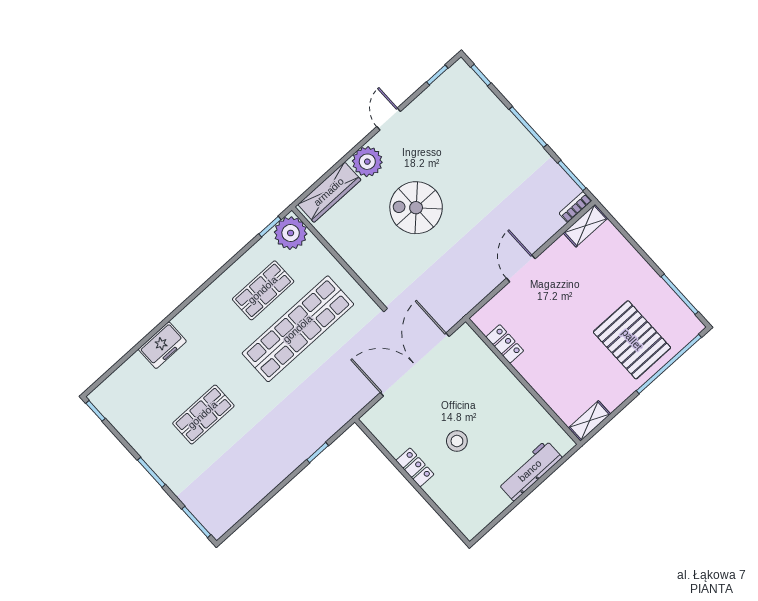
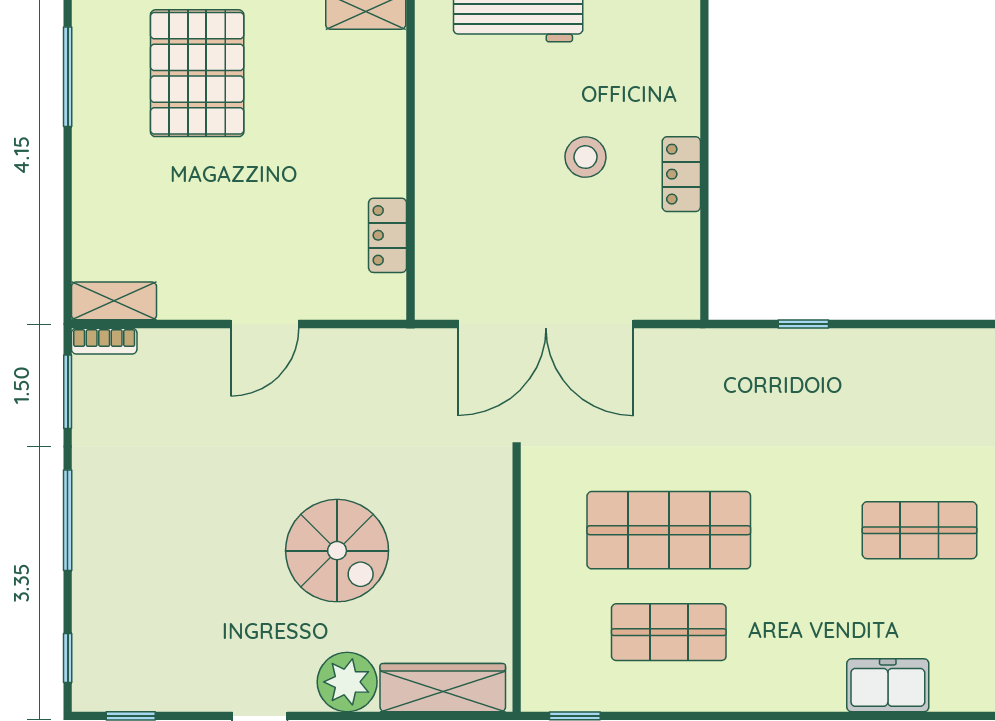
plant: (291, 233) -> (553, 679), removed
shop shelf: (298, 329) -> (669, 530), width x0.71

